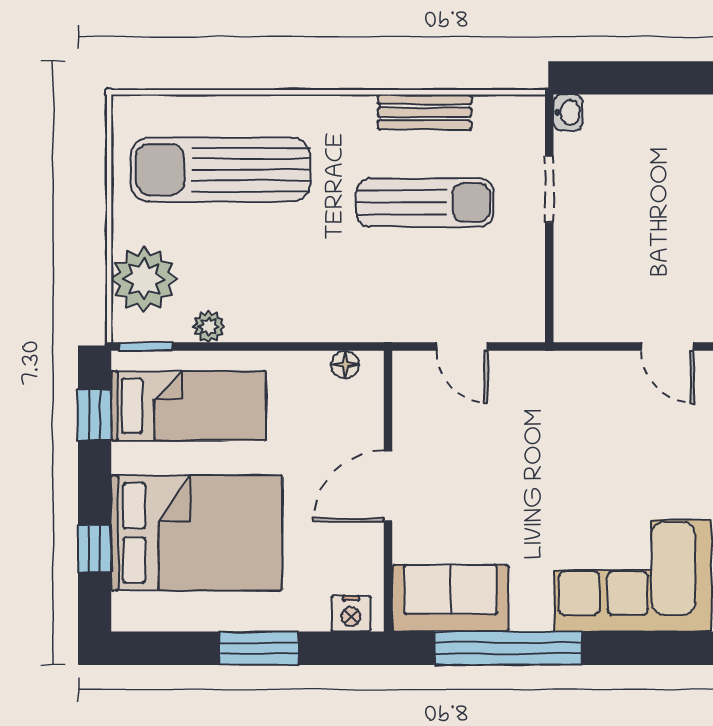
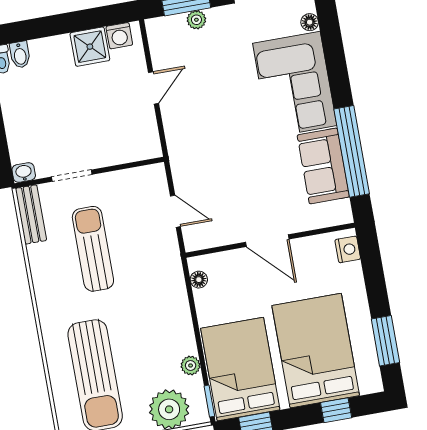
bench: (425, 112) -> (31, 214), moved
door: (462, 346) -> (175, 211), hinge flipped
bed: (189, 406) -> (240, 369), width x1.50
sofa: (450, 598) -> (323, 166), moved
window: (259, 648) -> (385, 341), moved

